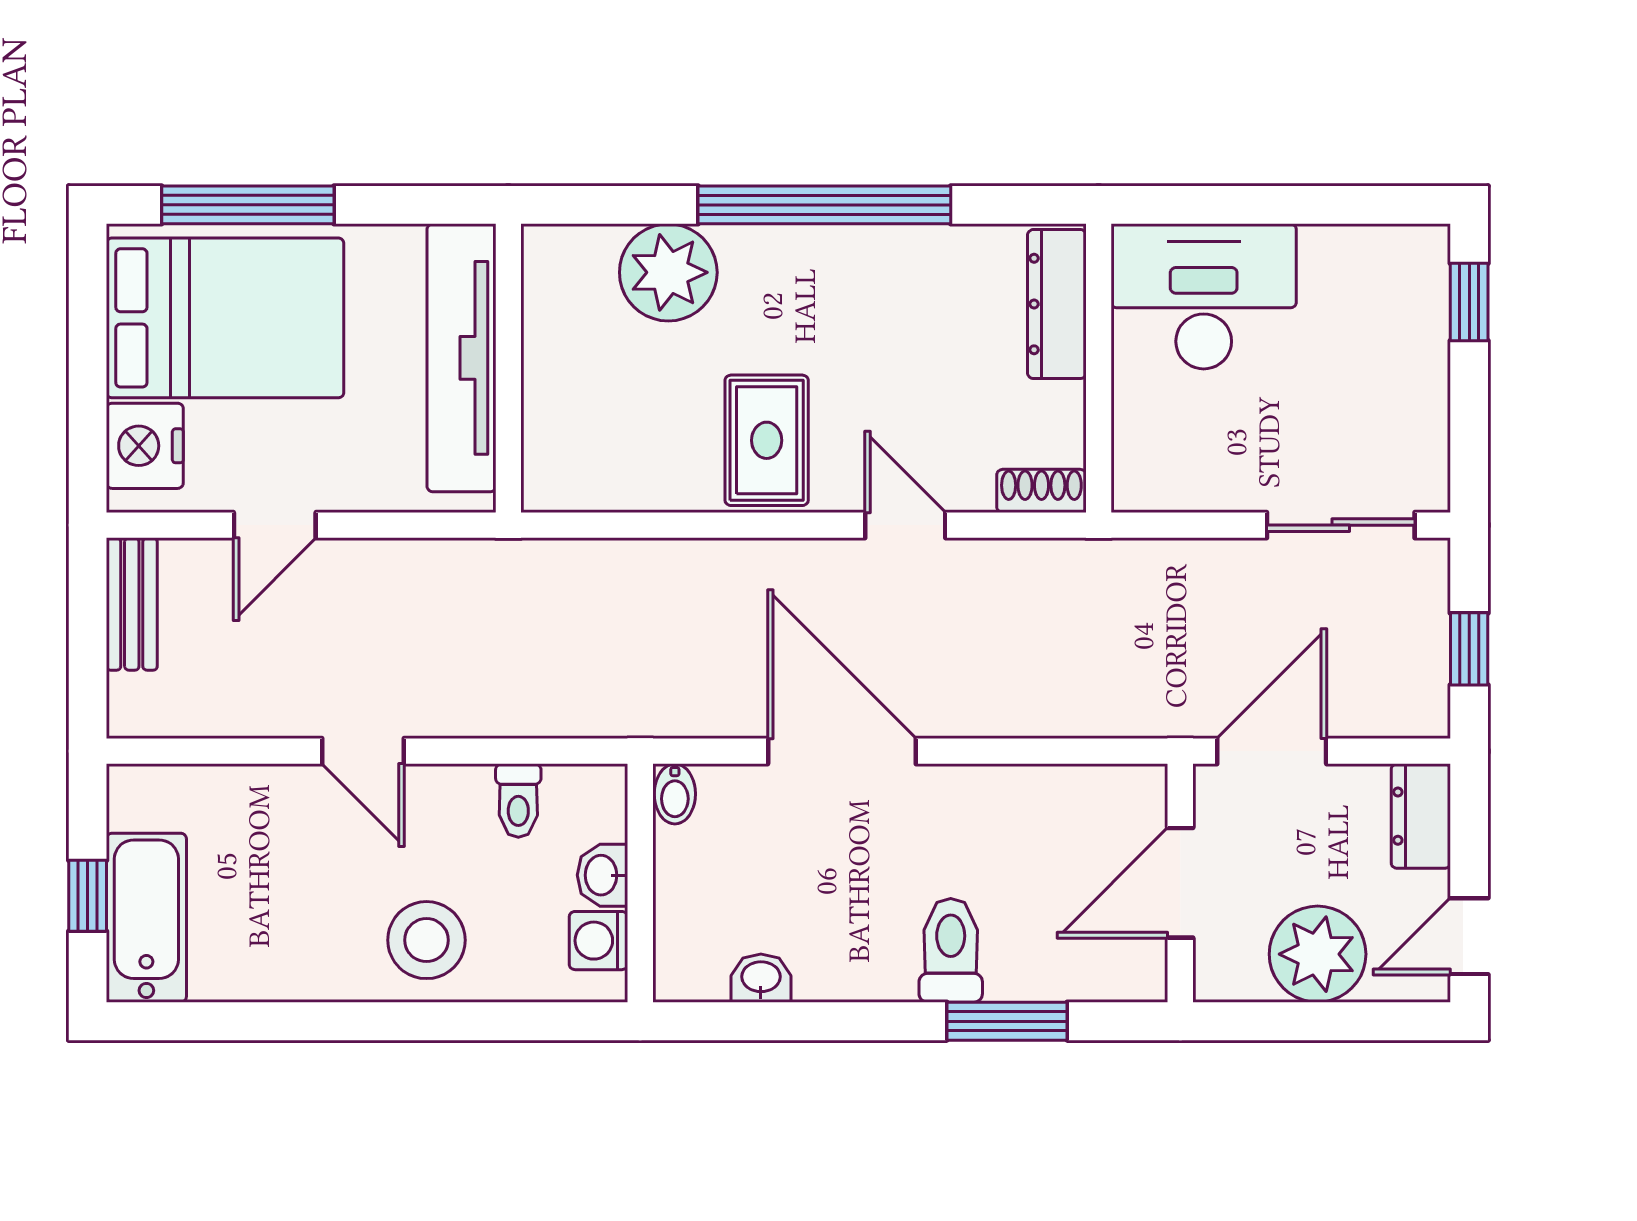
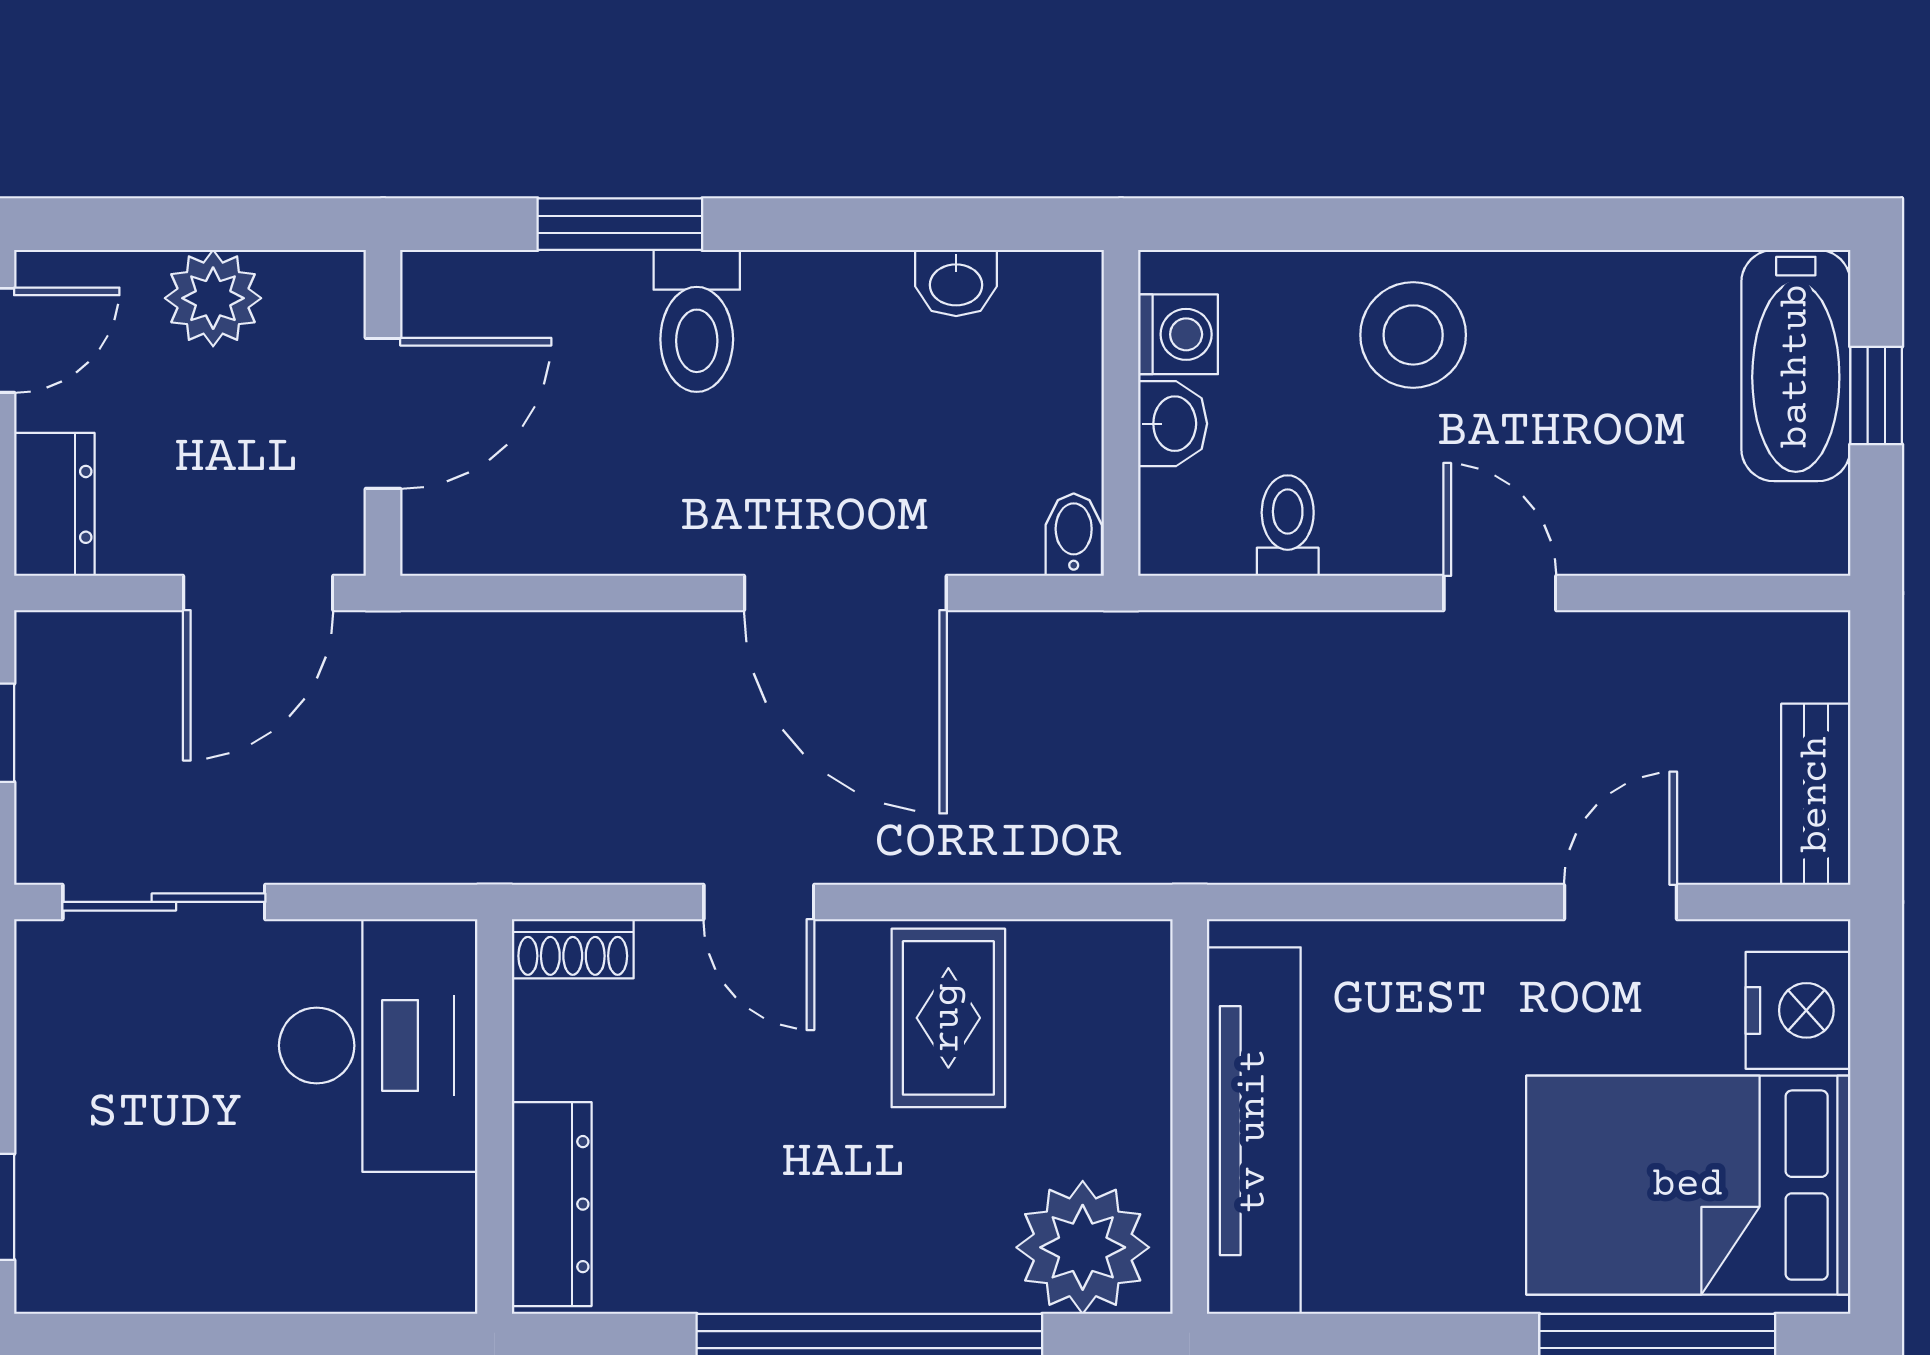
desk: (1204, 296) -> (378, 1046), moved, turned -90
tv unit: (461, 358) -> (1254, 1131), moved
wall: (508, 368) -> (1190, 1117), moved
plant: (1318, 954) -> (213, 298), width x0.73, depth x0.73

